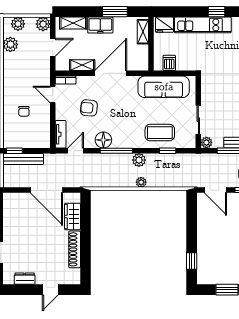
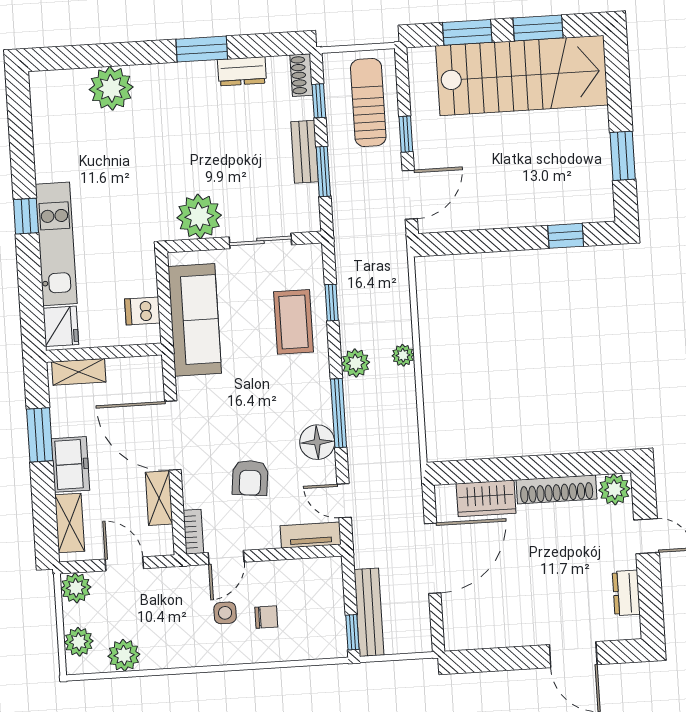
side table: (27, 92) -> (225, 613), added
plant: (206, 142) -> (199, 216), moved, width x1.88, depth x1.88
plant: (73, 276) -> (614, 489), added

